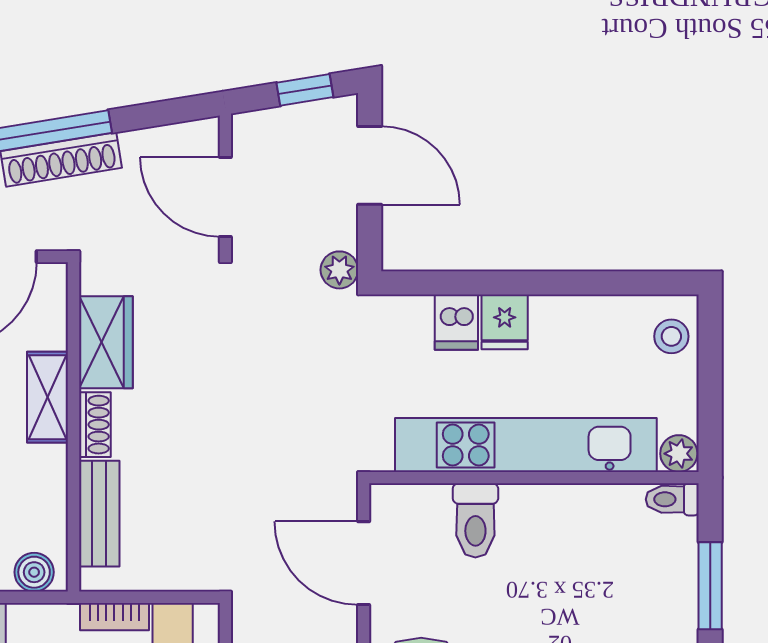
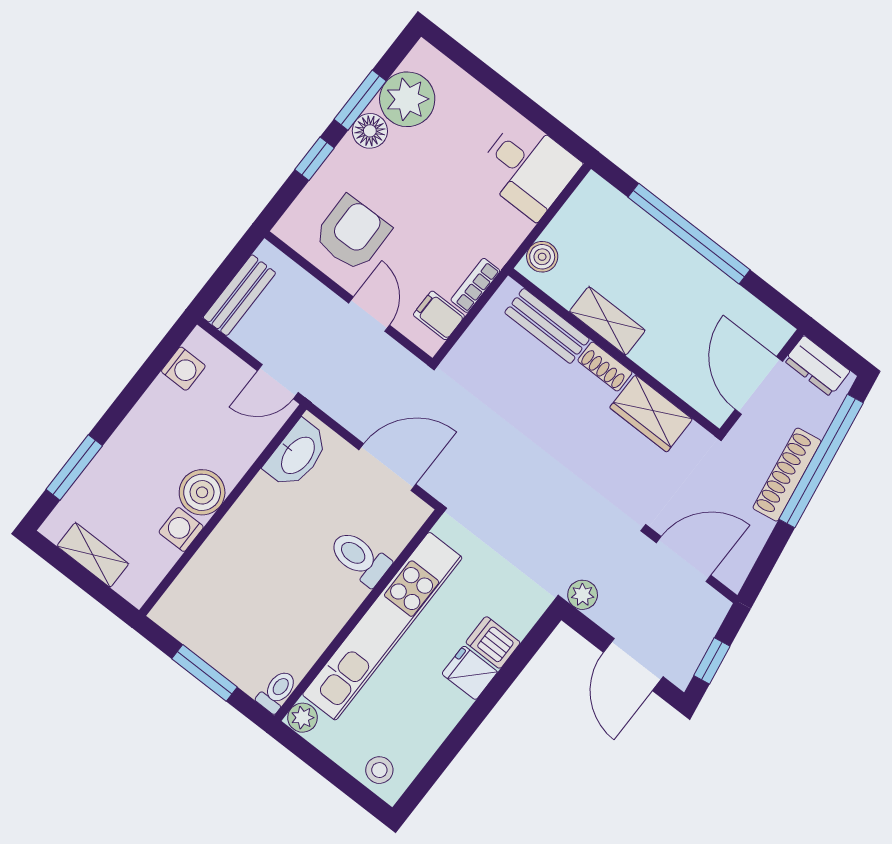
door: (370, 165) -> (633, 664), hinge flipped
shelving: (48, 397) -> (607, 321), moved

